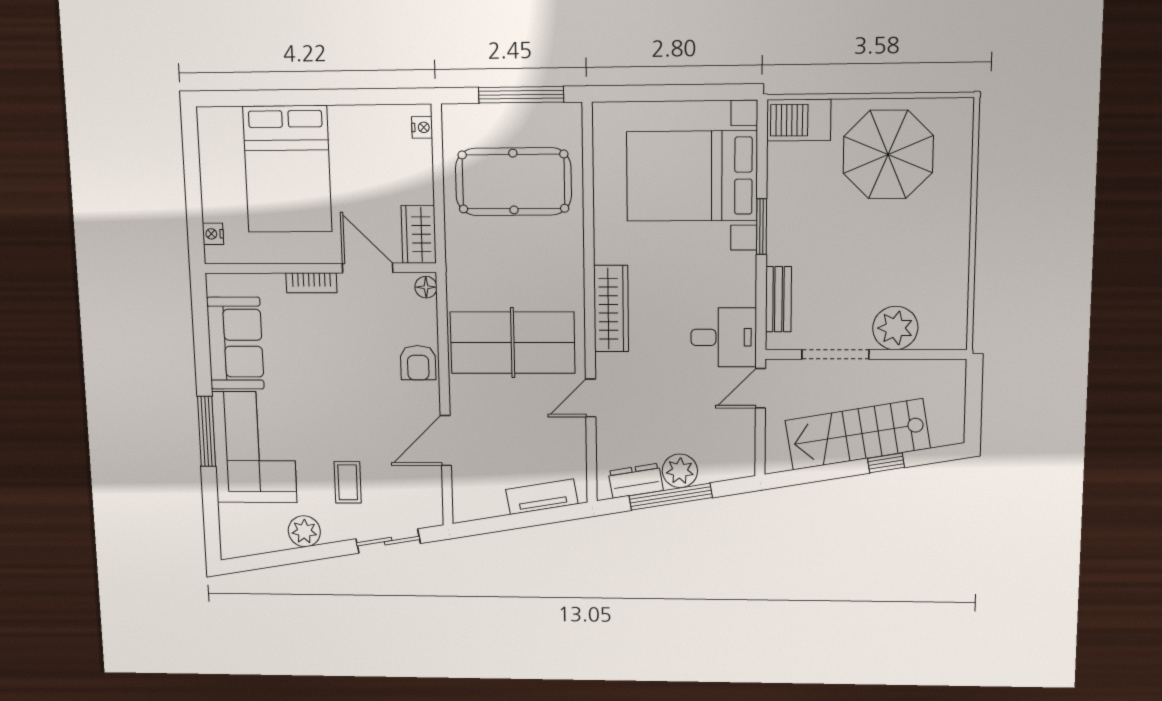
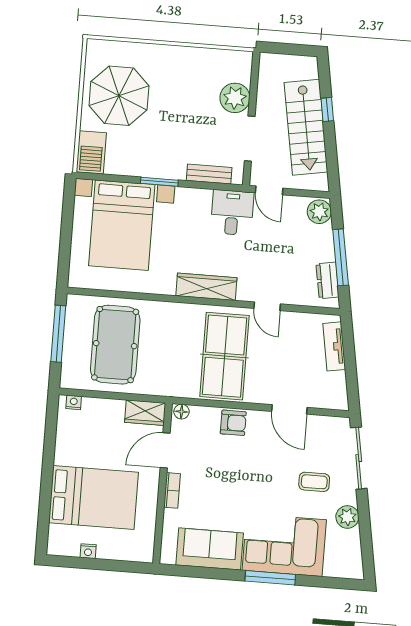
nightstand: (213, 234) -> (88, 551), moved
plant: (680, 471) -> (319, 212), moved
sliding door: (388, 541) -> (359, 458), width x1.37

